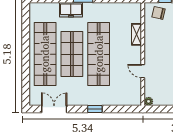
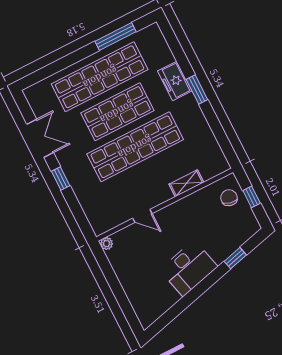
window: (26, 32) -> (116, 37), added
door: (143, 71) -> (142, 216), swing flipped
double door: (54, 109) -> (40, 138), moved

